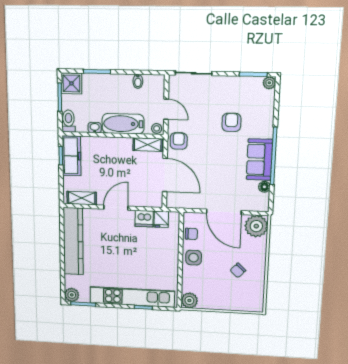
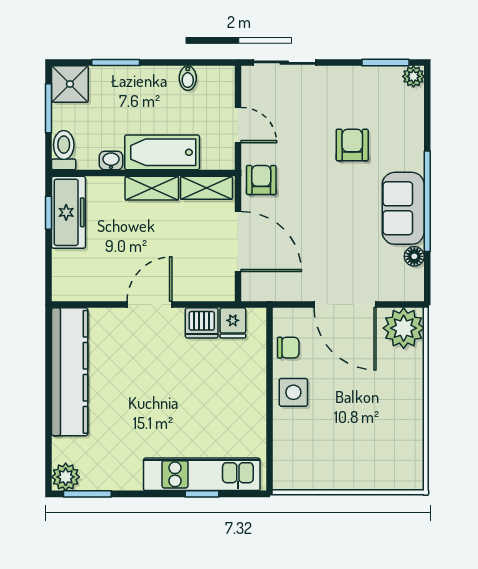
stool: (157, 128) -> (222, 159), removed
shelving: (82, 198) -> (152, 188), moved
chair: (238, 270) -> (374, 412), removed
kitchen unit: (132, 297) -> (202, 474), width x0.73
plant: (189, 300) -> (288, 475), removed

